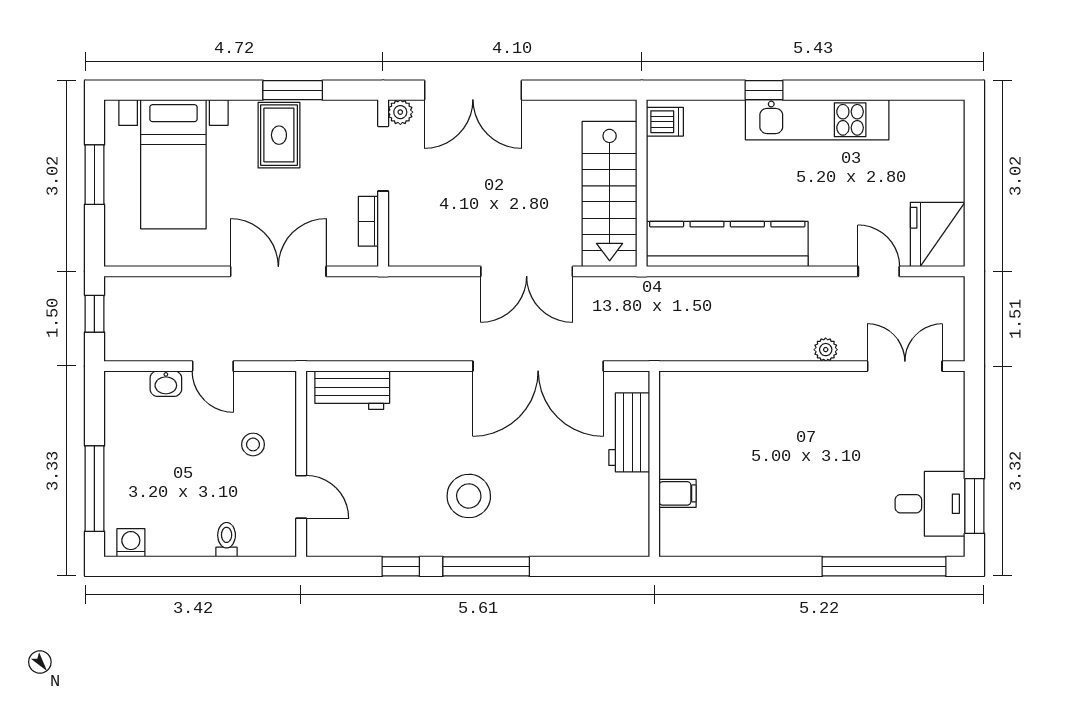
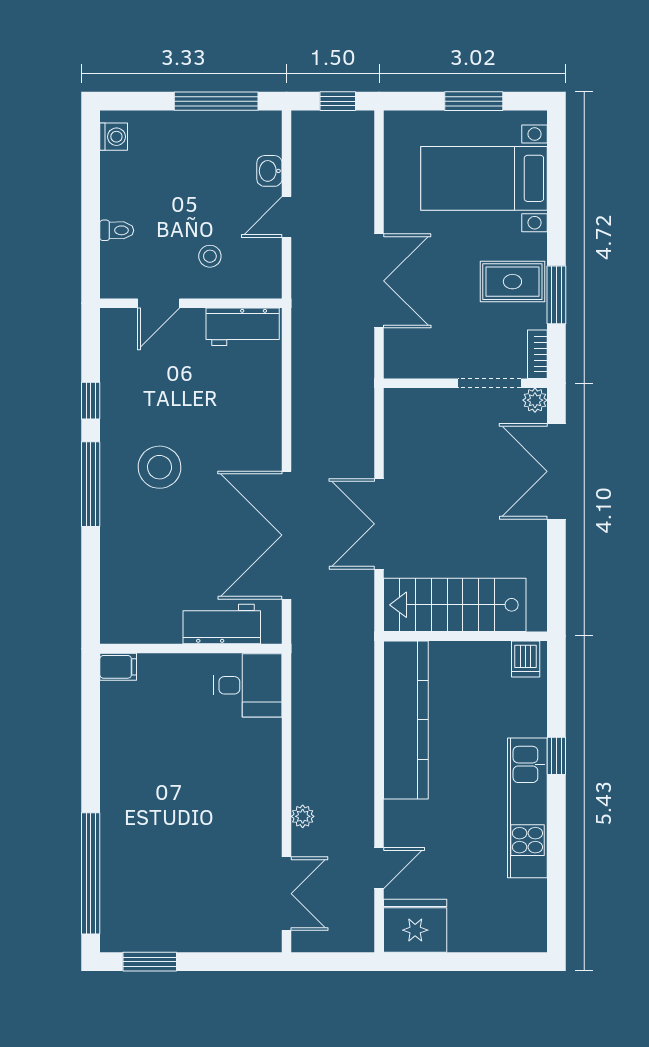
bookcase: (368, 221) -> (537, 354), moved, turned -90
workbench: (352, 390) -> (243, 327), moved, turned -90
window: (94, 489) -> (216, 101), moved
filing cabinet: (678, 493) -> (118, 667), moved, turned -90
desk: (930, 504) -> (248, 685), moved, turned -90

